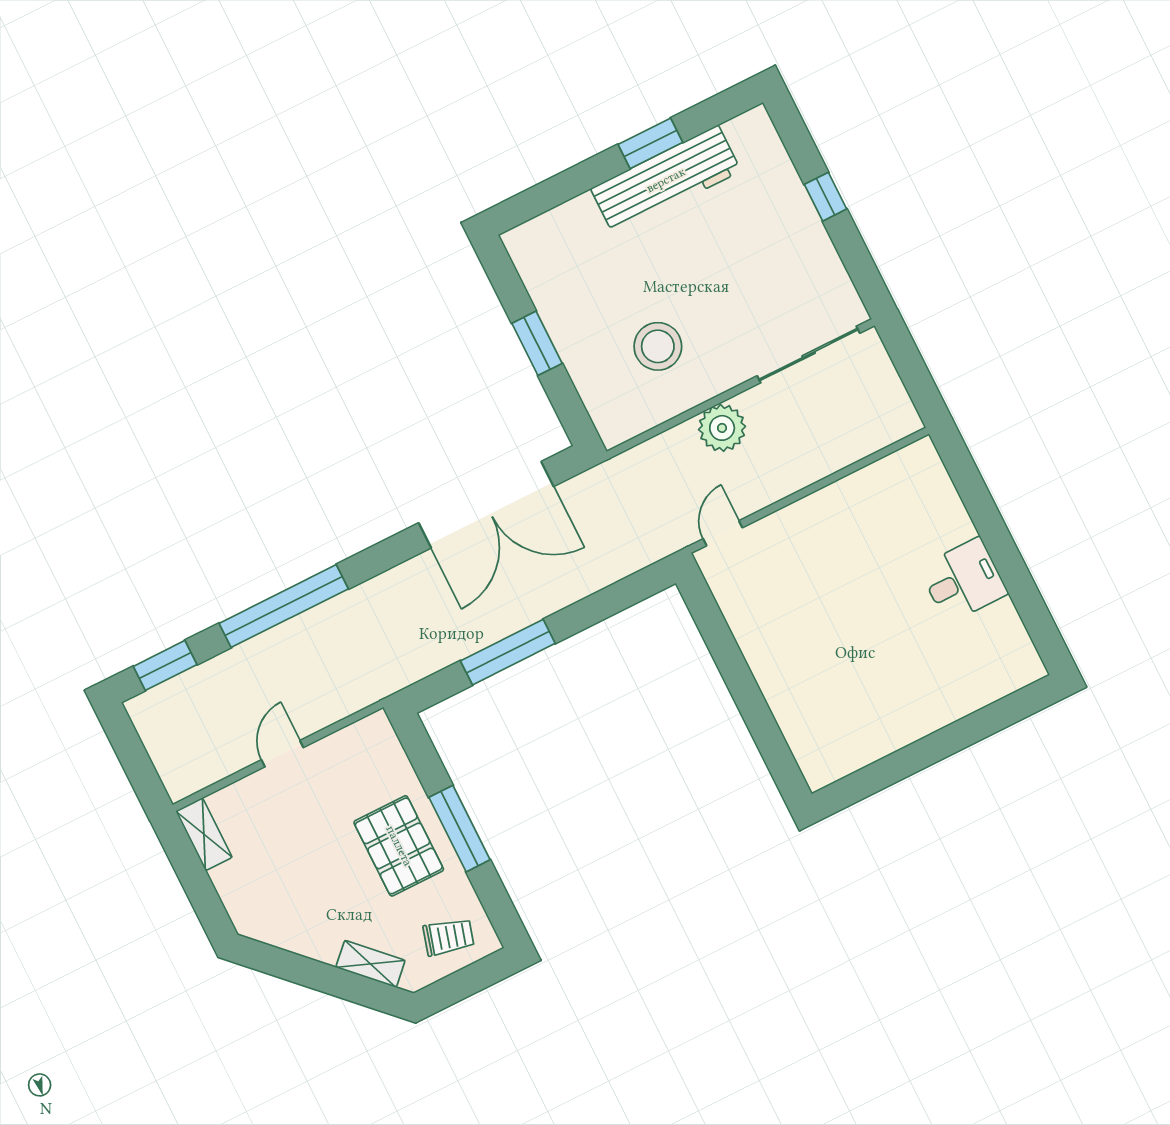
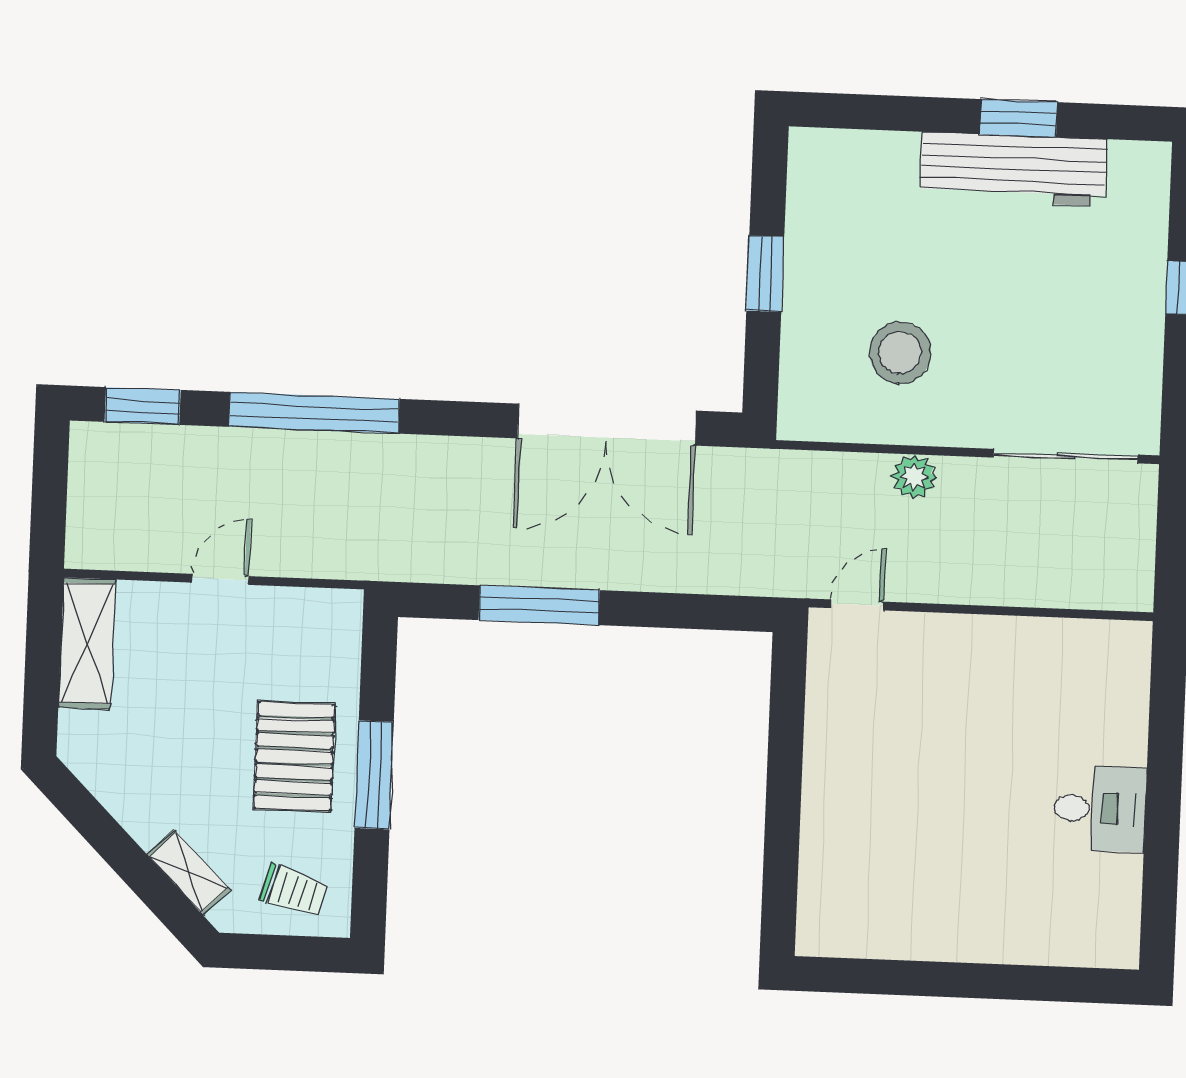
plant: (722, 428) -> (914, 477), width x0.73, depth x0.73
shelving: (204, 834) -> (87, 643), width x1.50, depth x1.33

